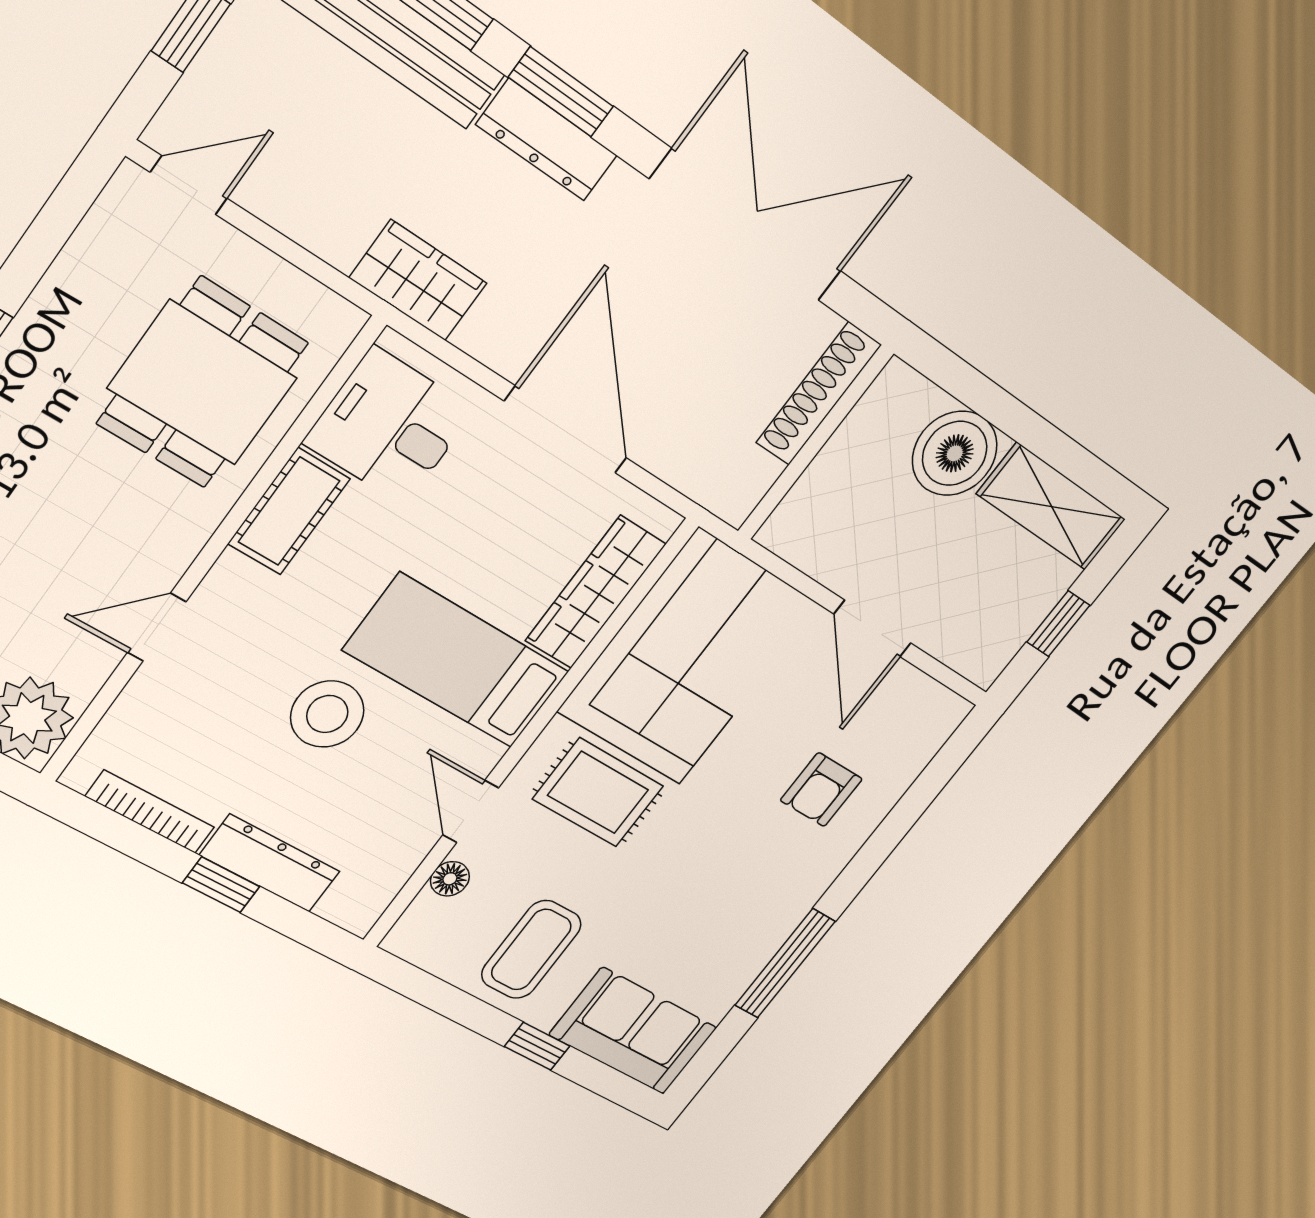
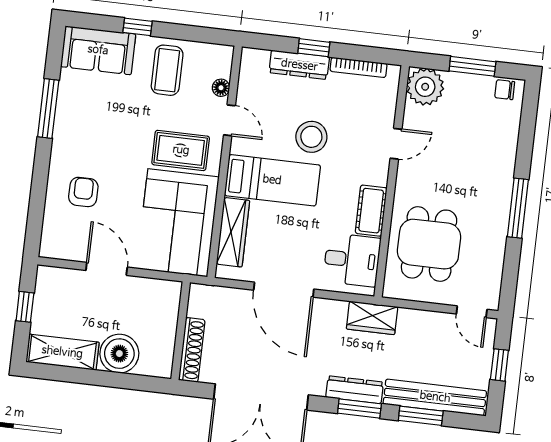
door: (189, 185) -> (472, 312), hinge flipped

